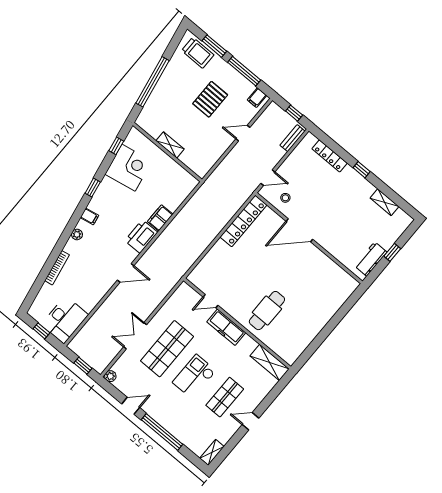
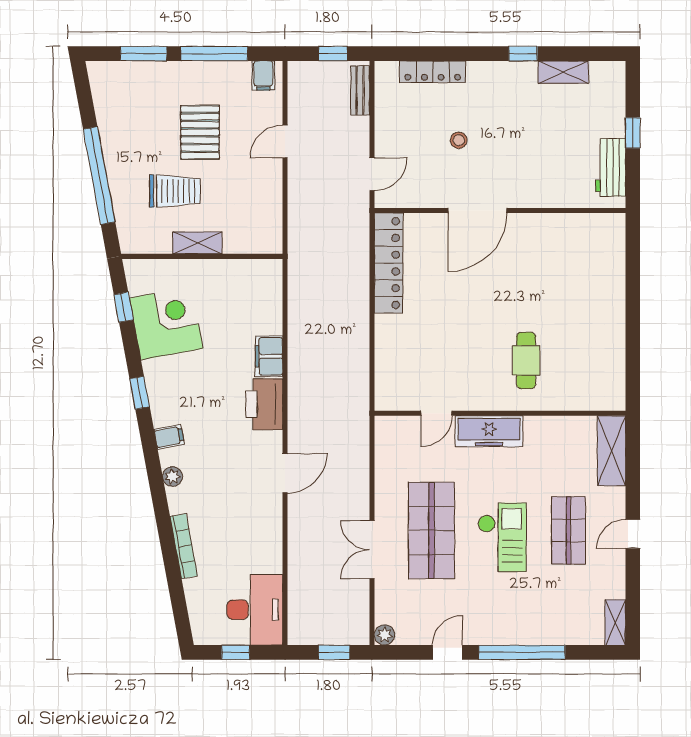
trolley: (198, 53) -> (175, 191), moved
window: (362, 170) -> (523, 54), moved
stool: (285, 198) -> (459, 140), moved
cafe table: (267, 311) -> (526, 360), width x0.73, depth x0.74
shelving: (270, 362) -> (611, 451), moved, turned 90
checkout: (194, 377) -> (502, 537), turned 180

